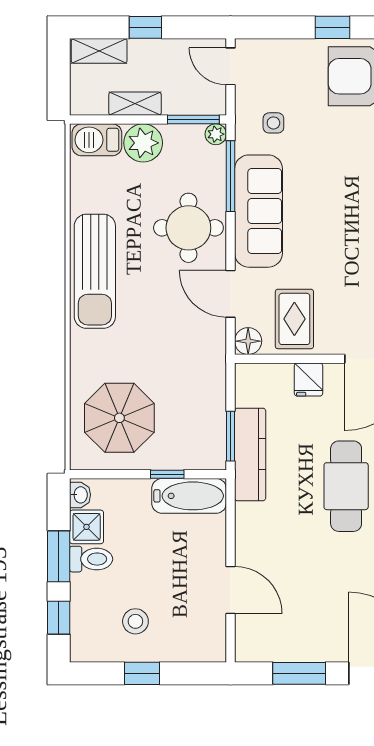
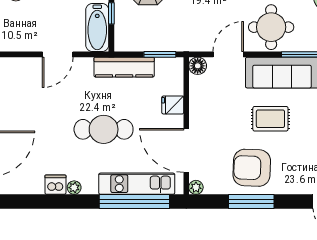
rug: (294, 319) -> (270, 119), moved
window: (230, 436) -> (160, 54), moved
door: (230, 590) -> (58, 54), moved

